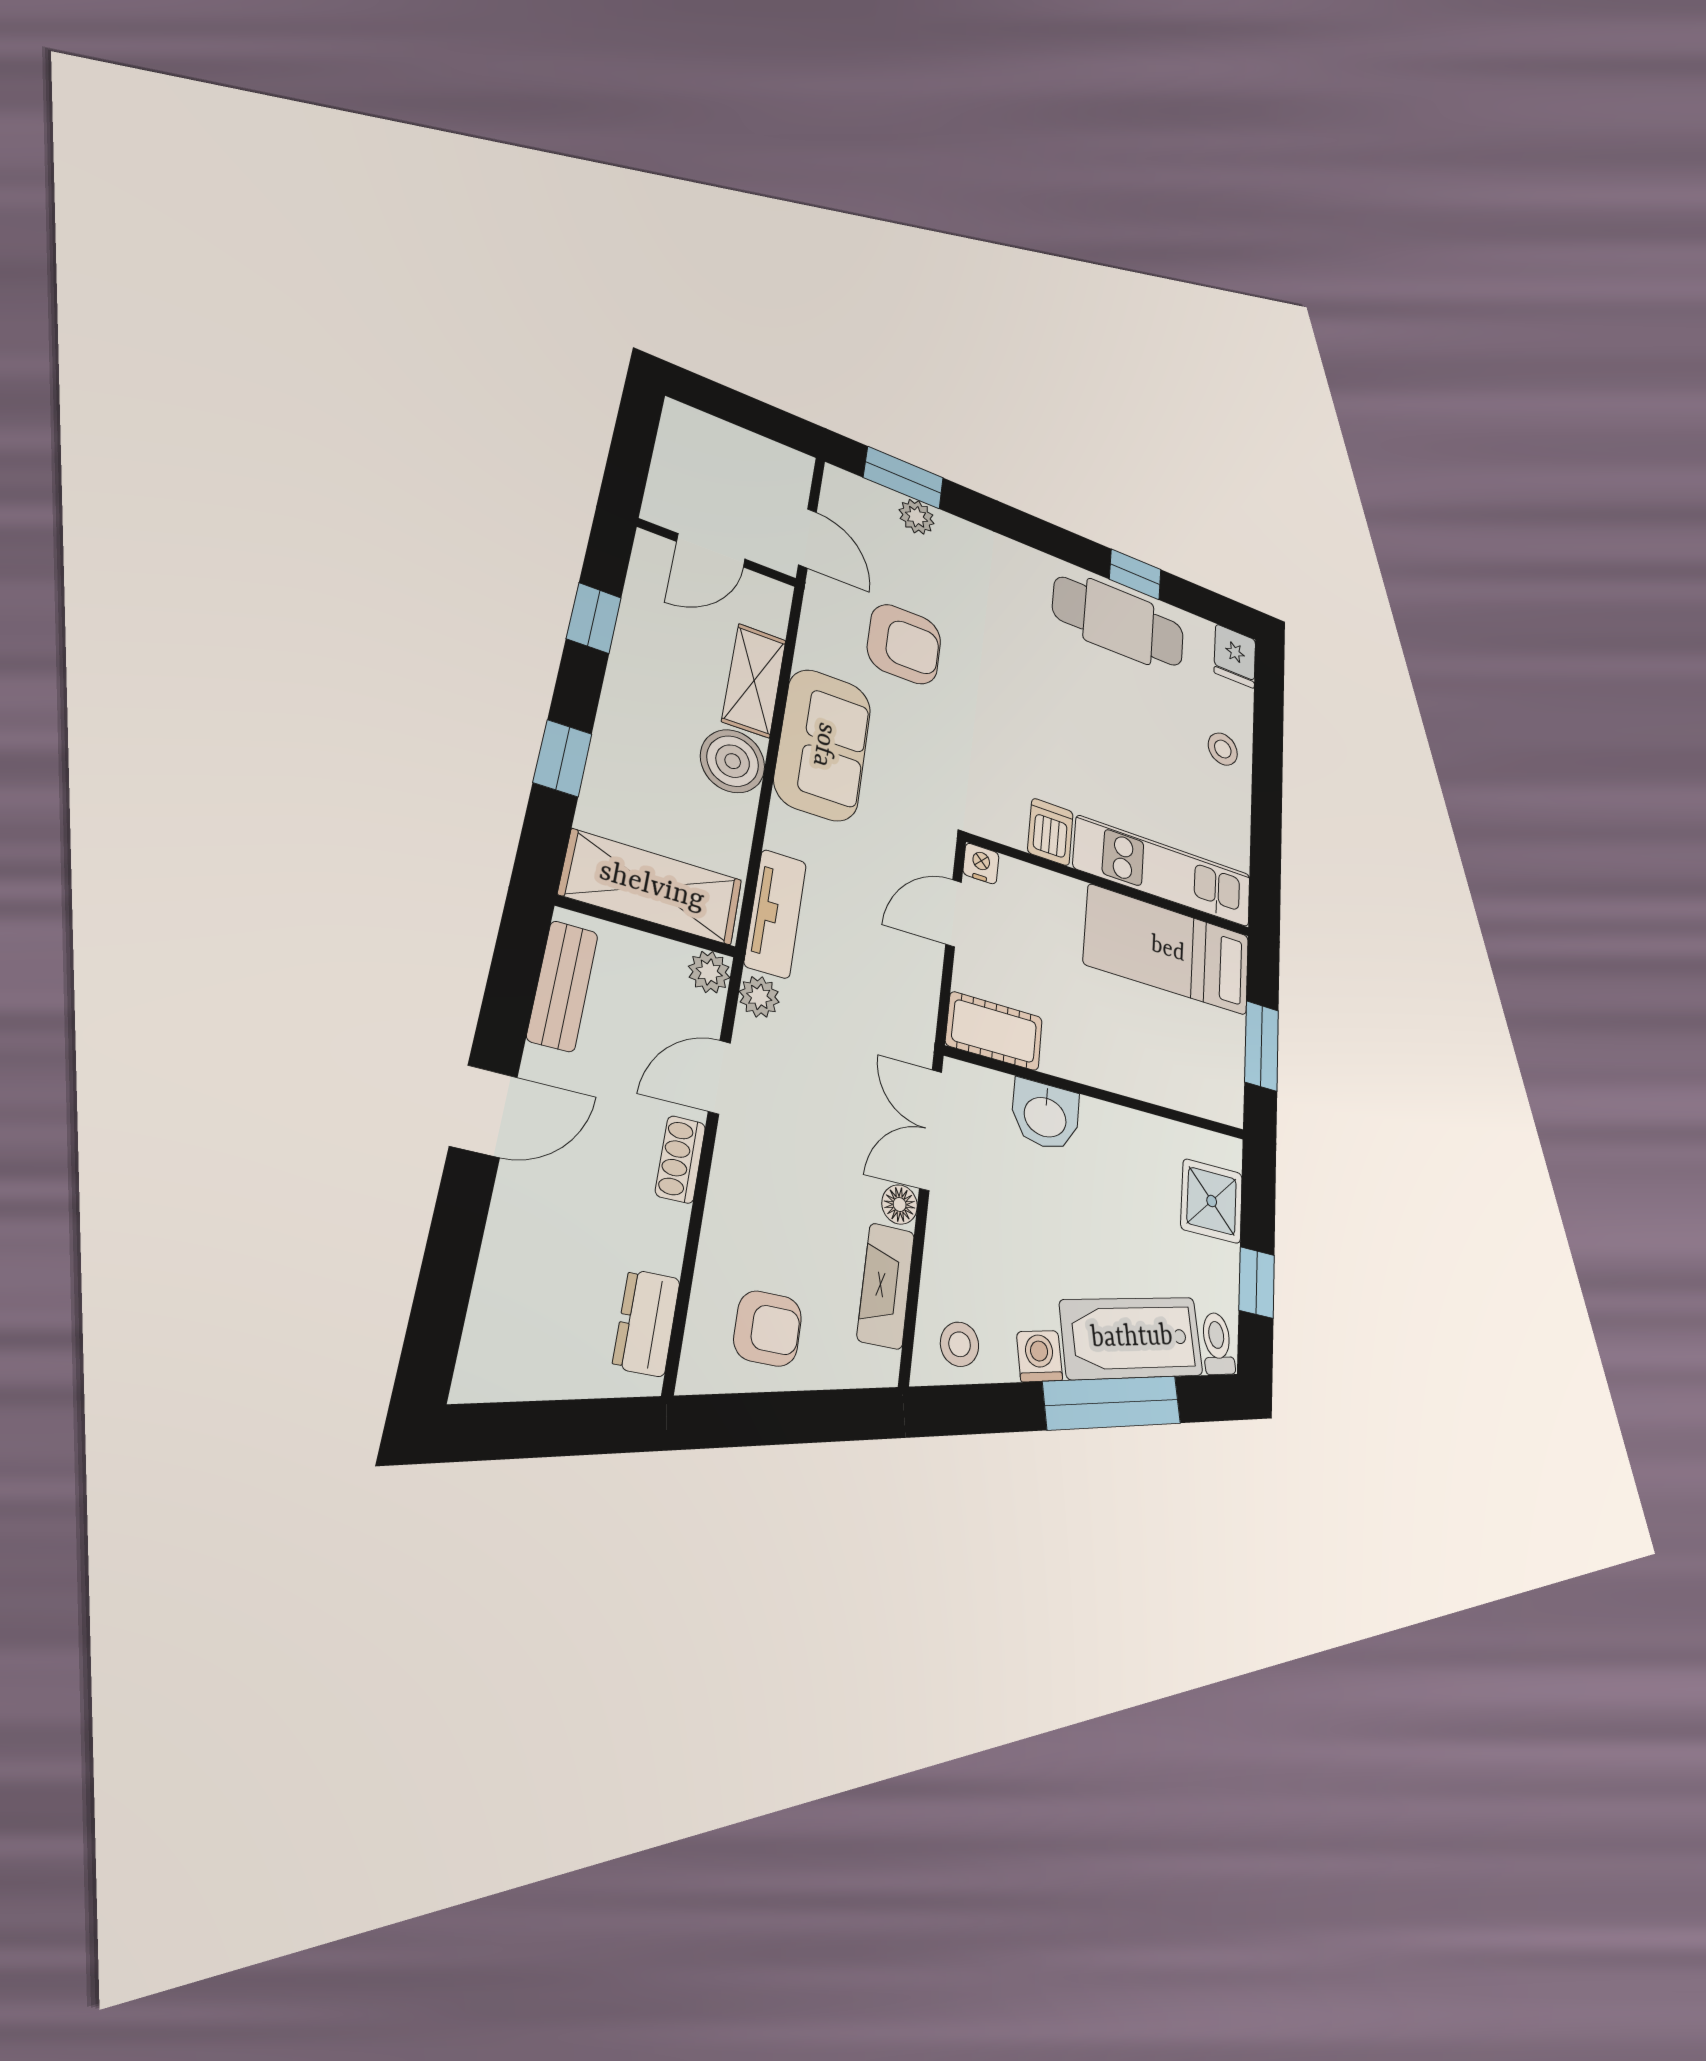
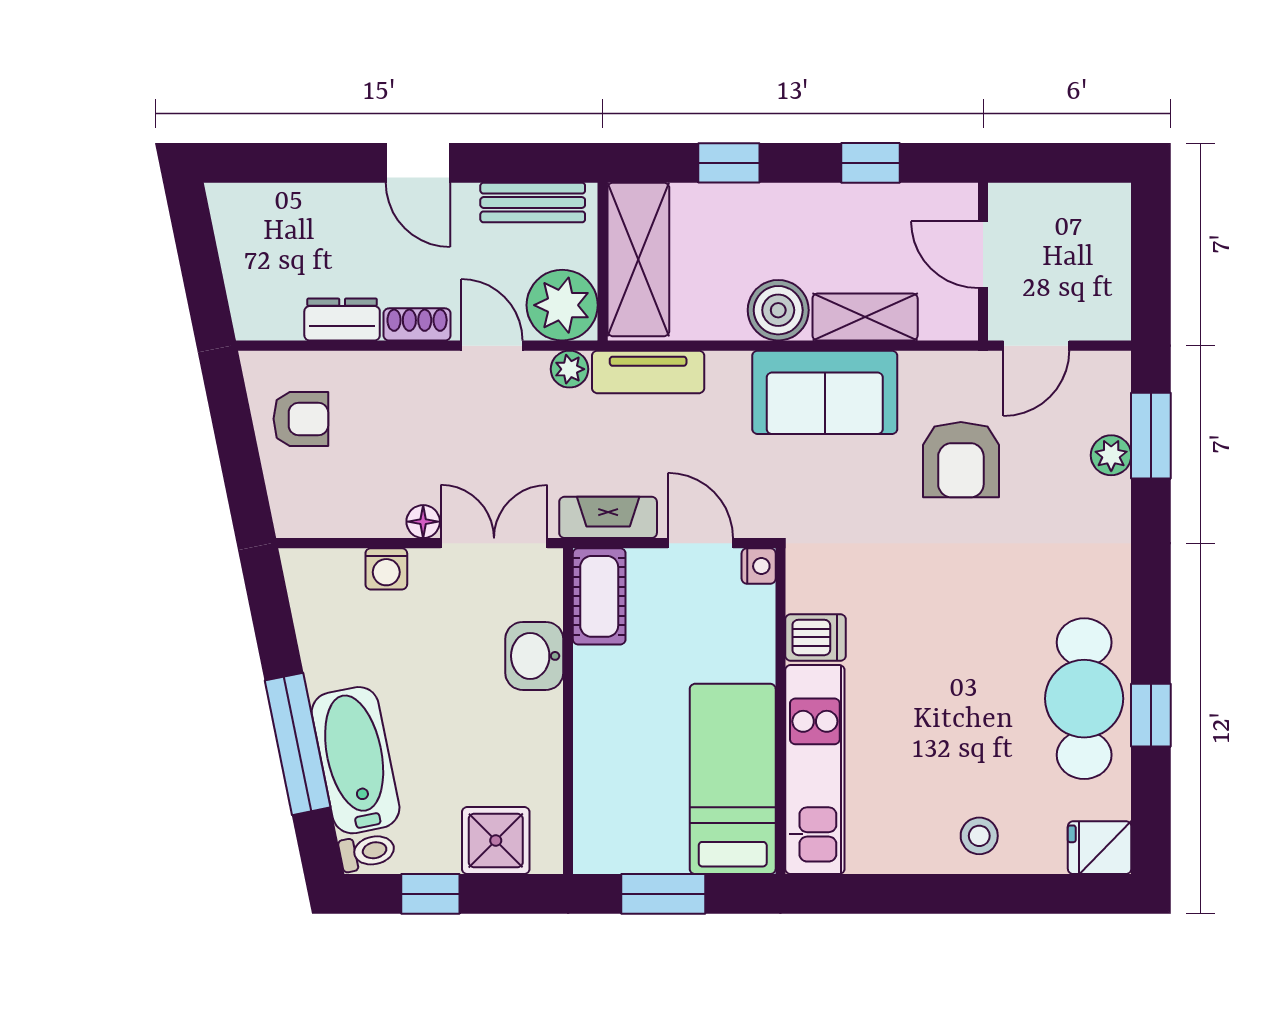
plant: (709, 972) -> (562, 305), width x1.88, depth x1.88
fireplace: (886, 1286) -> (608, 517), moved
dresser: (646, 1323) -> (342, 319), moved
armchair: (768, 1328) -> (301, 419), turned -90
stool: (960, 1344) -> (320, 591), removed
washing machine: (1040, 1356) -> (386, 569), moved, turned 102

